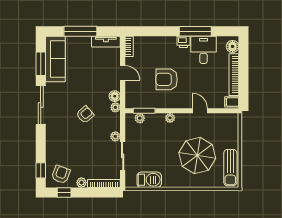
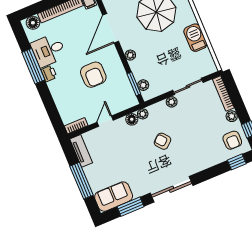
sofa: (55, 59) -> (114, 197), width x0.73
door: (200, 111) -> (111, 28), width x1.87
armchair: (61, 174) -> (232, 140), turned -110
barbecue: (149, 180) -> (195, 38), moved

